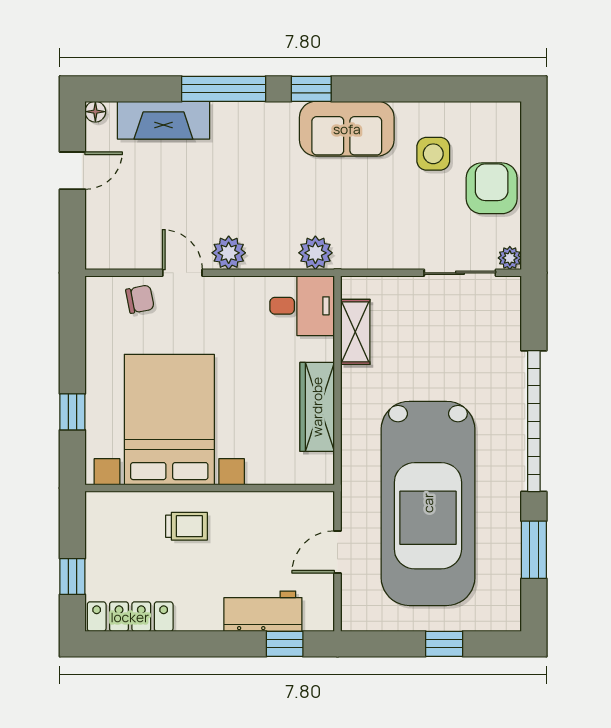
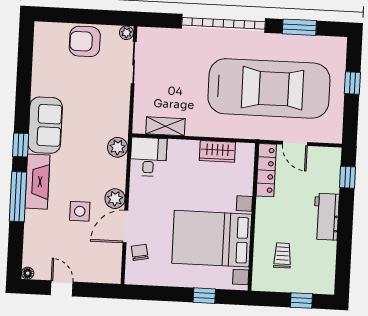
fireplace: (163, 120) -> (37, 182), moved
side table: (433, 154) -> (80, 211), moved
door: (182, 273) -> (125, 227), width x1.38
wardrobe: (317, 407) -> (217, 151), width x0.67
trolley: (186, 526) -> (282, 255), moved
workbench: (263, 611) -> (326, 217), moved
locker: (130, 617) -> (266, 170), moved, turned 180

